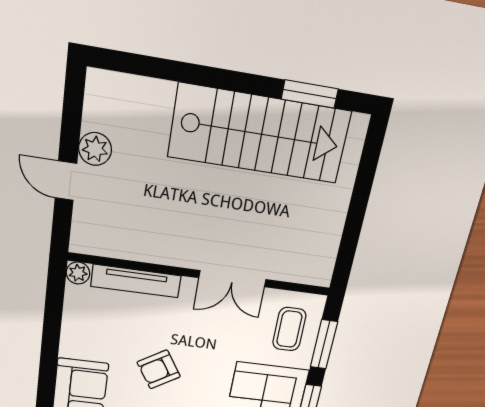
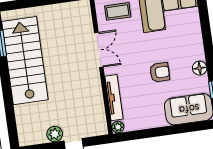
armchair: (159, 369) -> (160, 72), turned -58

